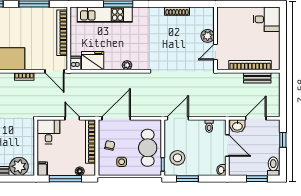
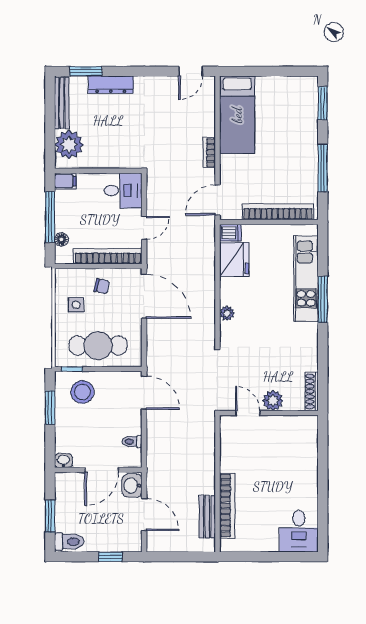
plant: (208, 36) -> (273, 401), moved
wall: (216, 38) -> (269, 413), moved
door: (216, 52) -> (248, 413), moved

